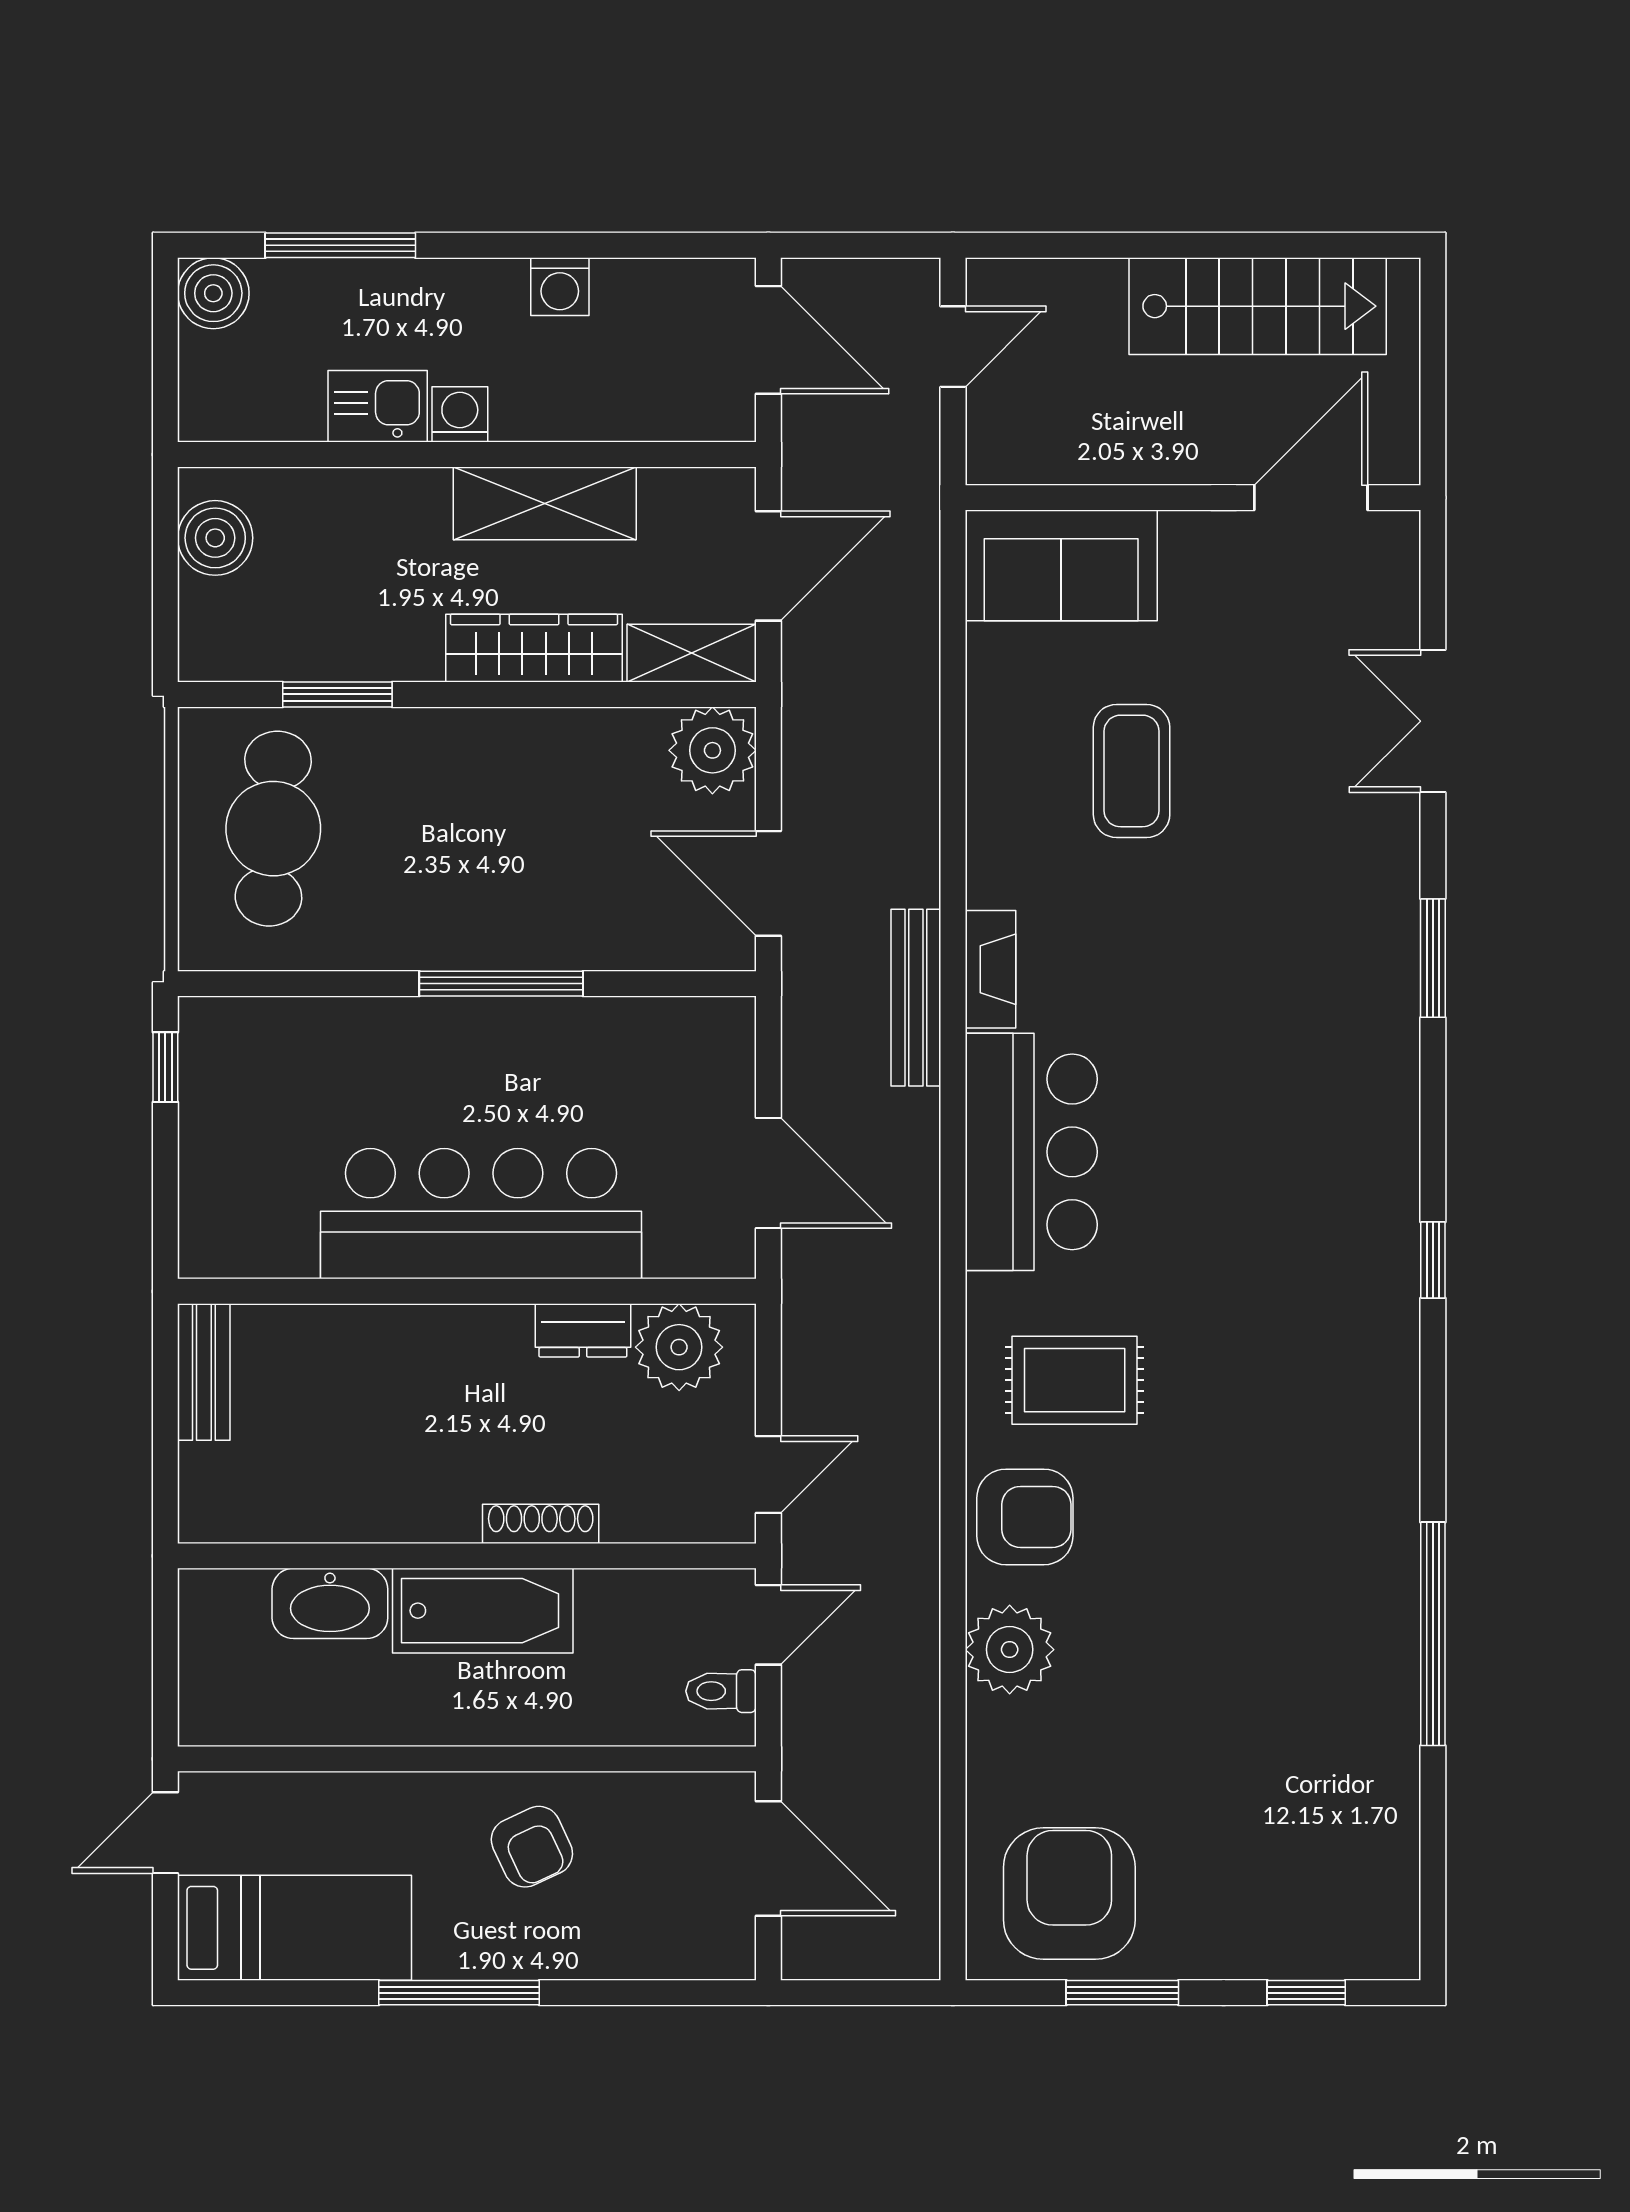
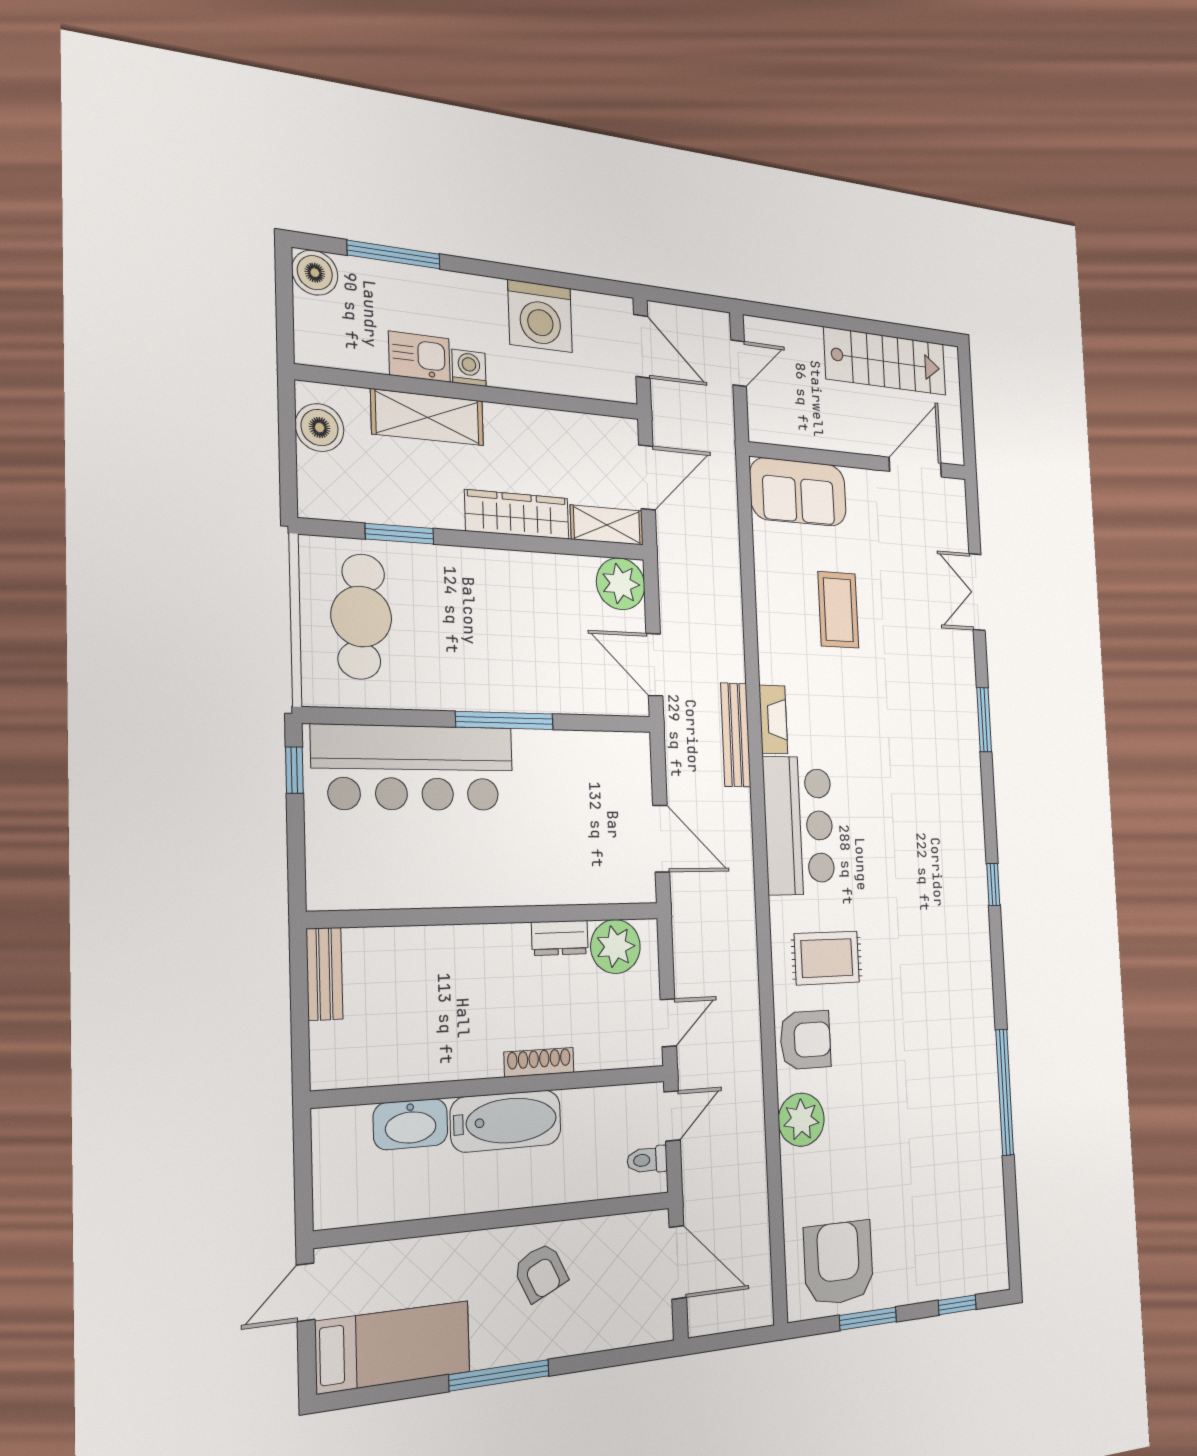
washing machine: (560, 287) -> (540, 316), width x1.89, depth x1.89
shelving: (545, 503) -> (428, 417), moved
bar counter: (481, 1214) -> (414, 768), moved, turned 180

